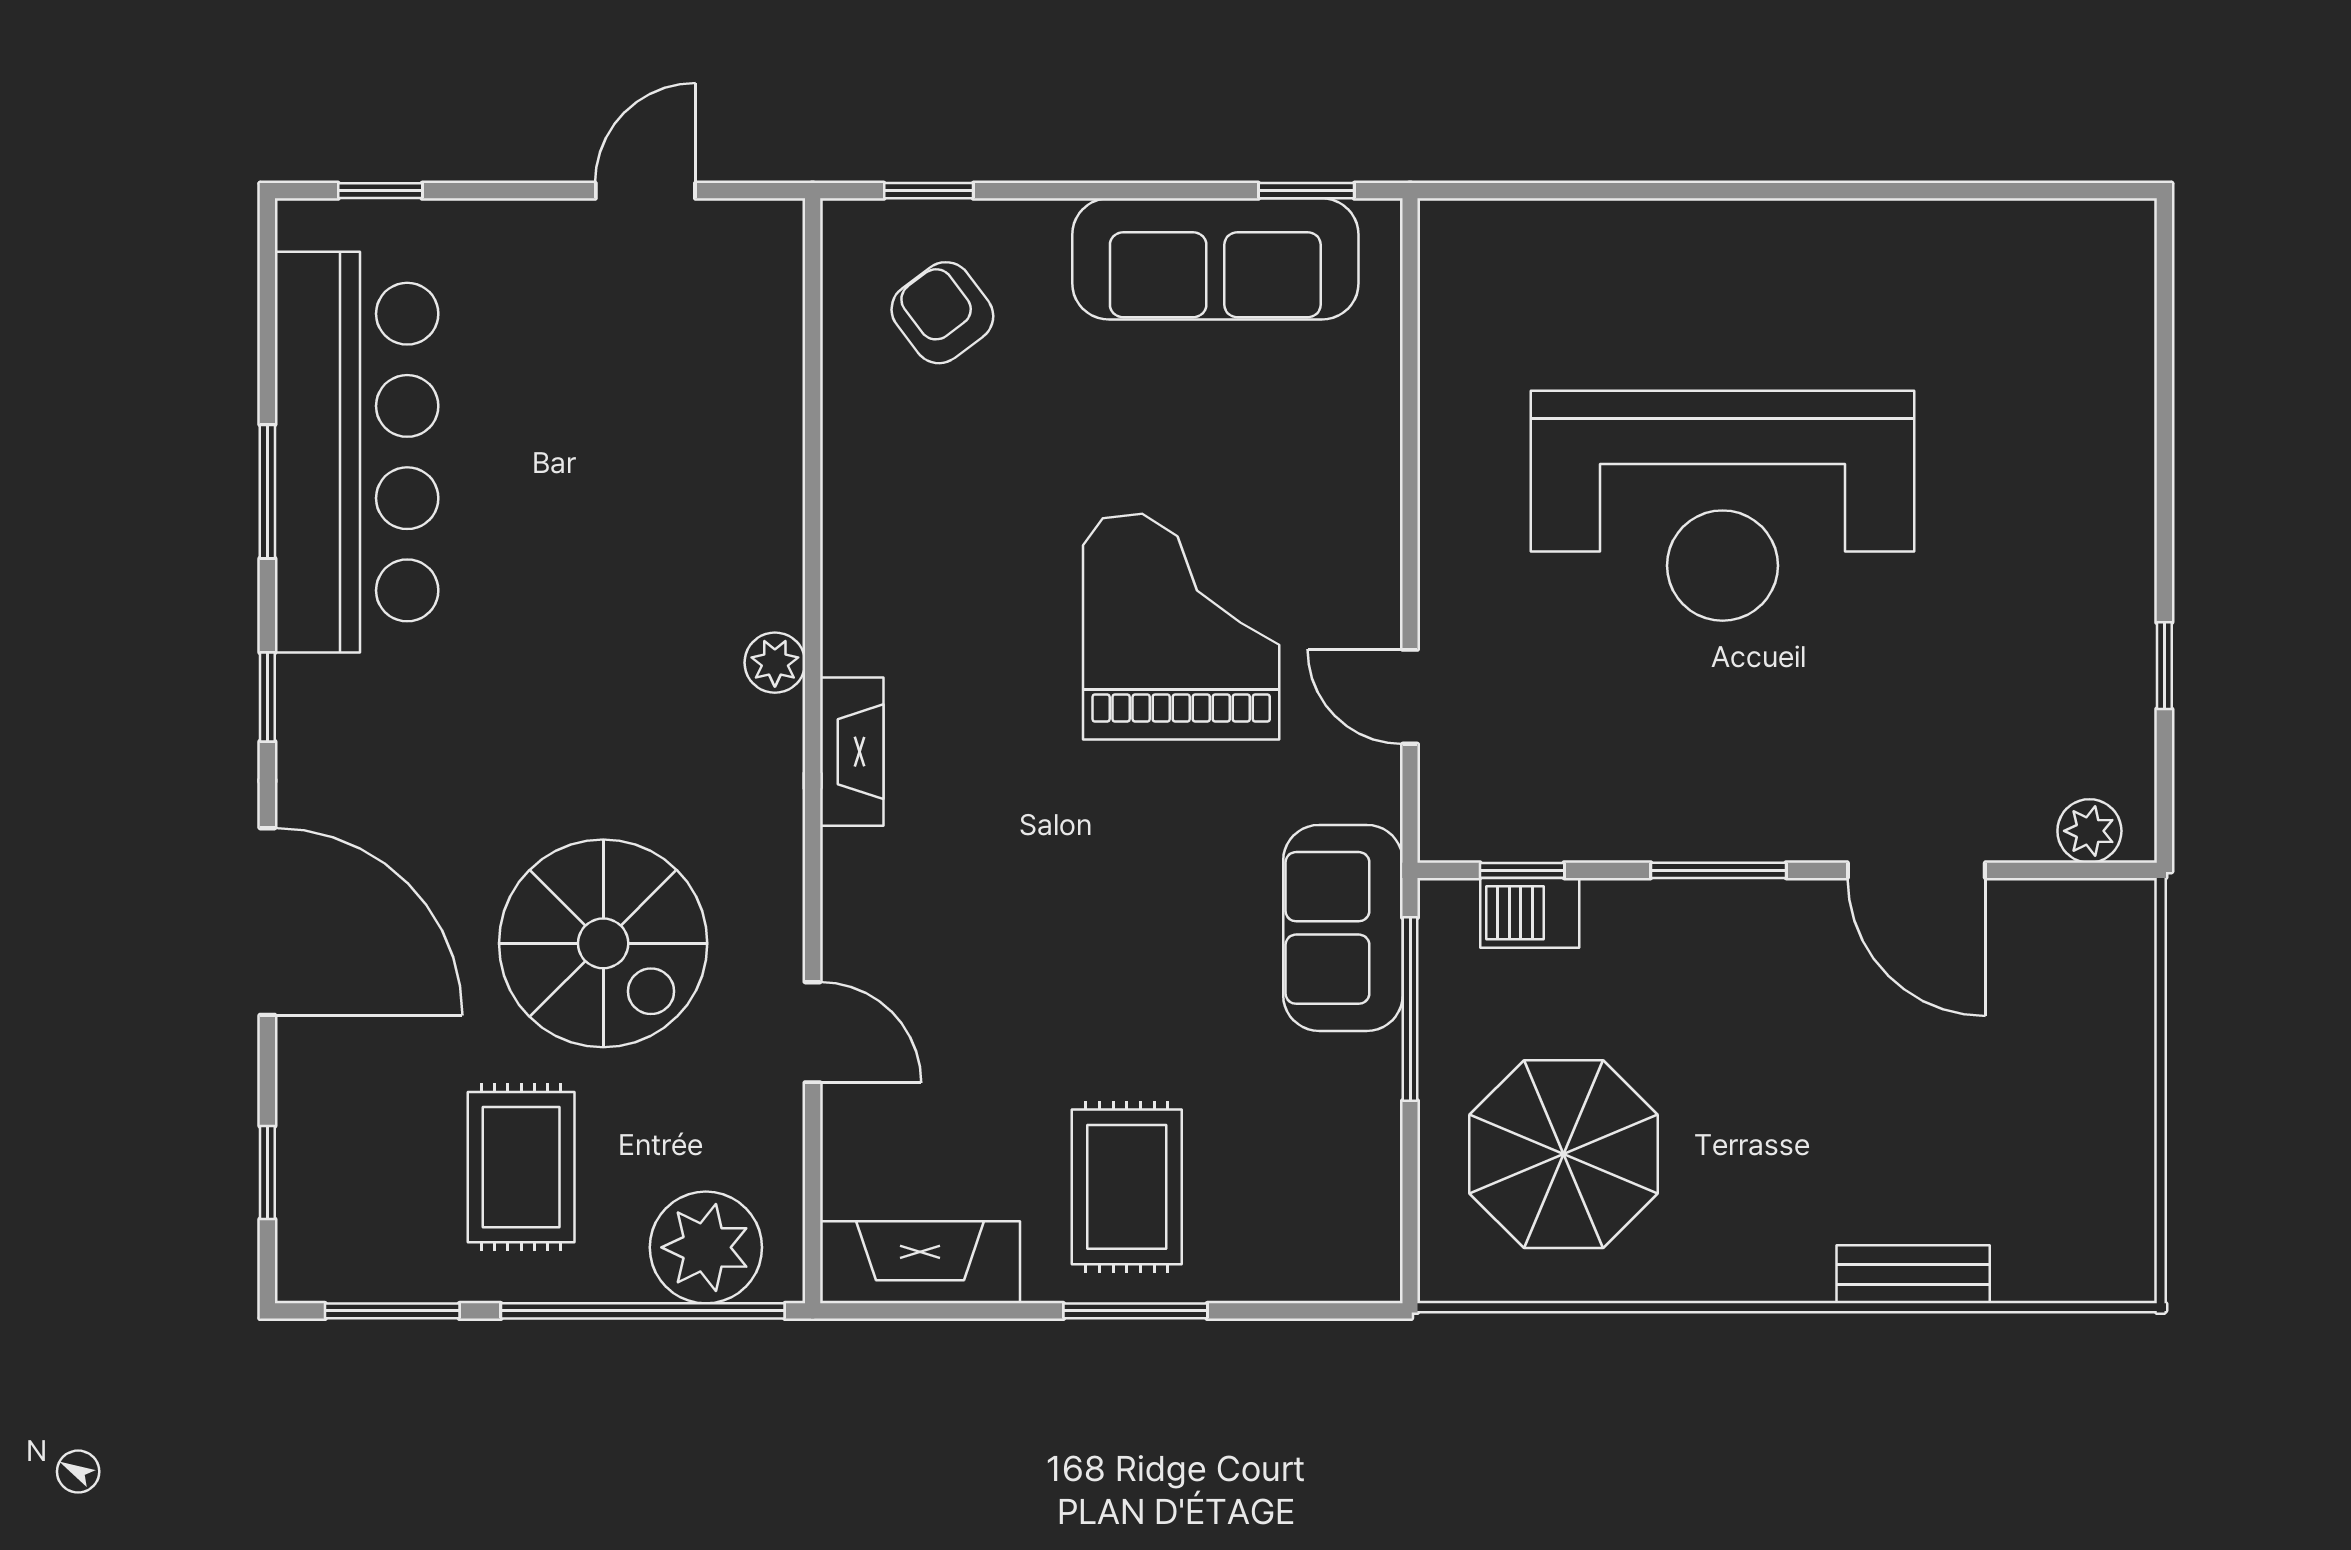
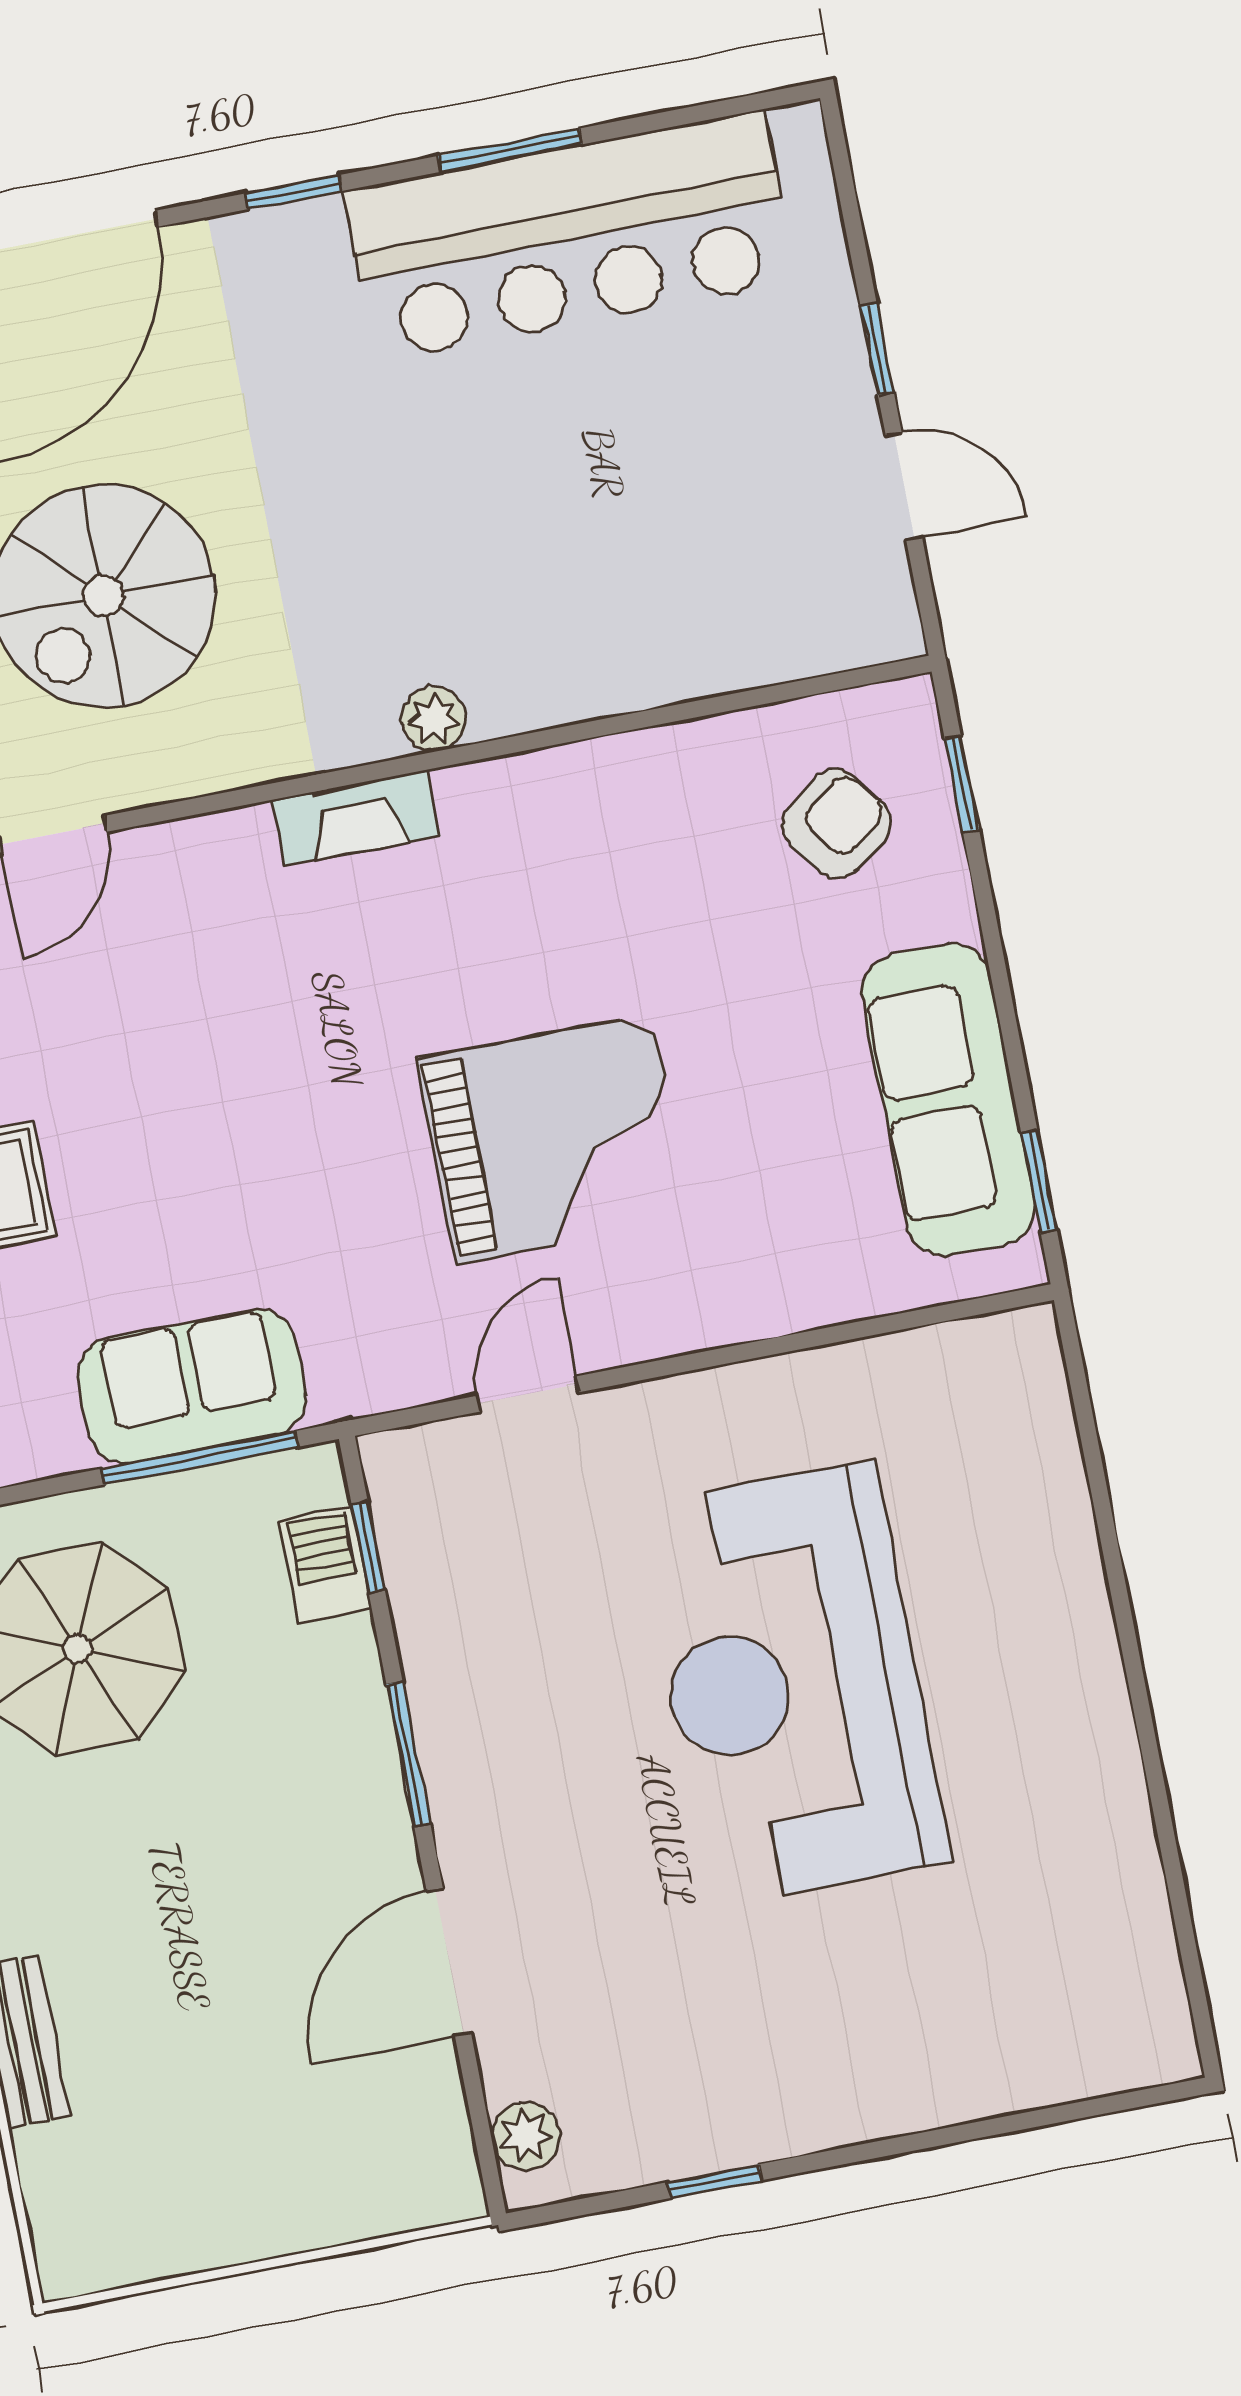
window: (380, 191) -> (877, 349), moved
sofa: (1343, 928) -> (192, 1386), moved

